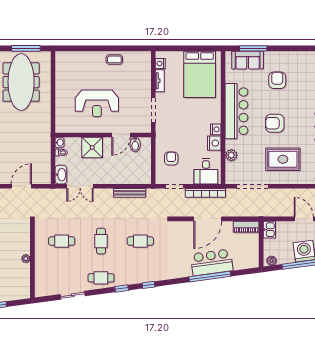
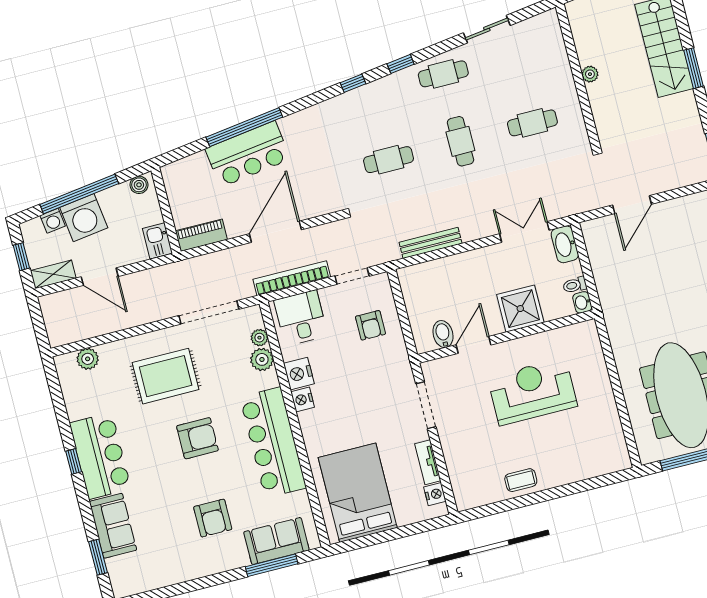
plant: (230, 167) -> (259, 338), added

